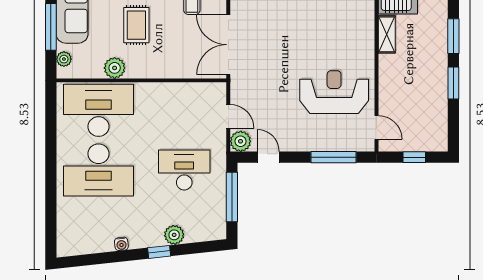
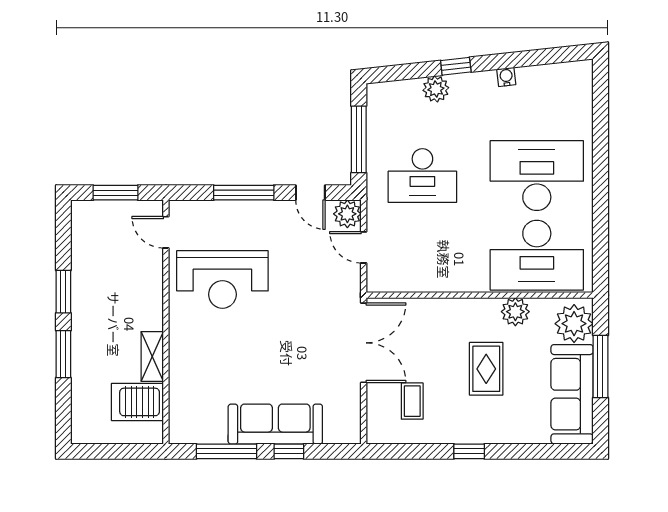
plant: (64, 59) -> (574, 324), width x1.87, depth x1.87
window: (334, 157) -> (244, 193), moved
window: (414, 157) -> (116, 193), width x1.50

